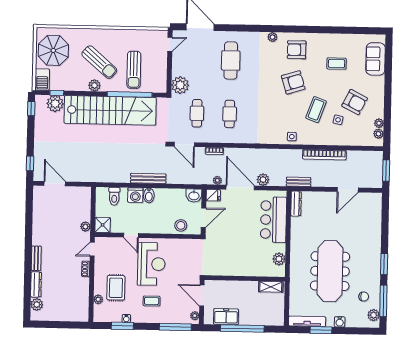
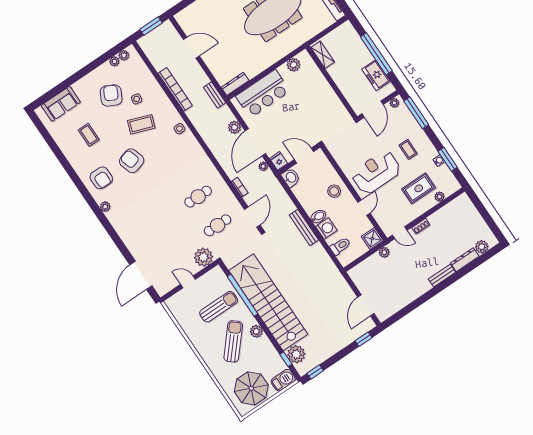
door: (170, 44) -> (188, 282), moved
cafe table: (231, 60) -> (151, 228), removed
stool: (181, 225) -> (334, 191), moved

